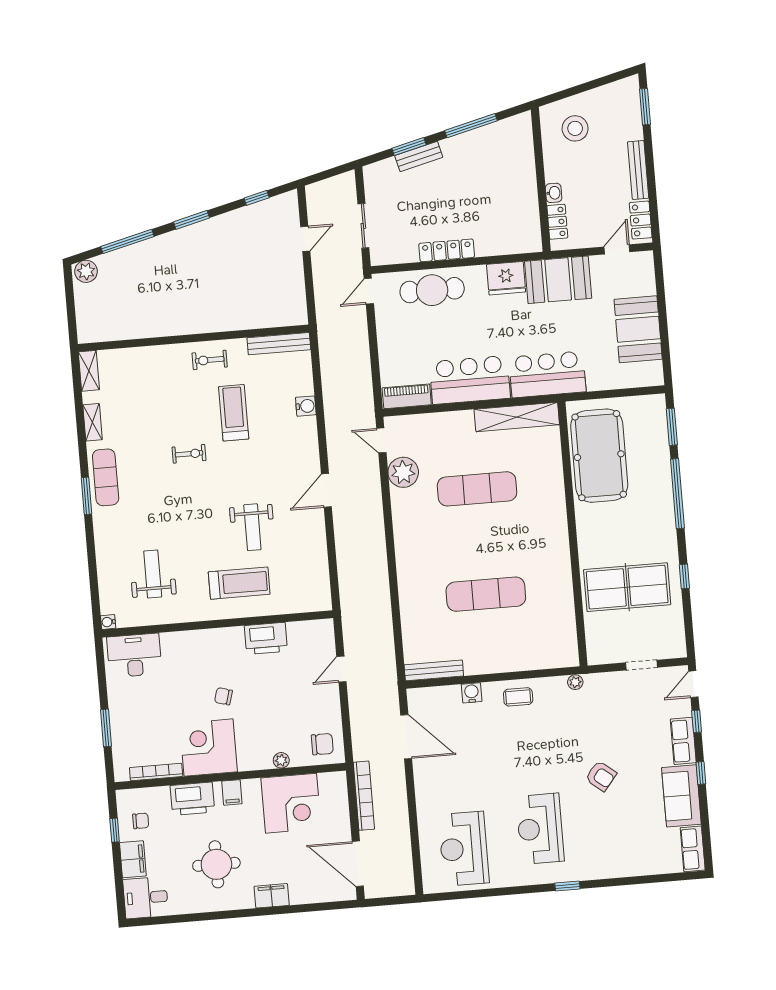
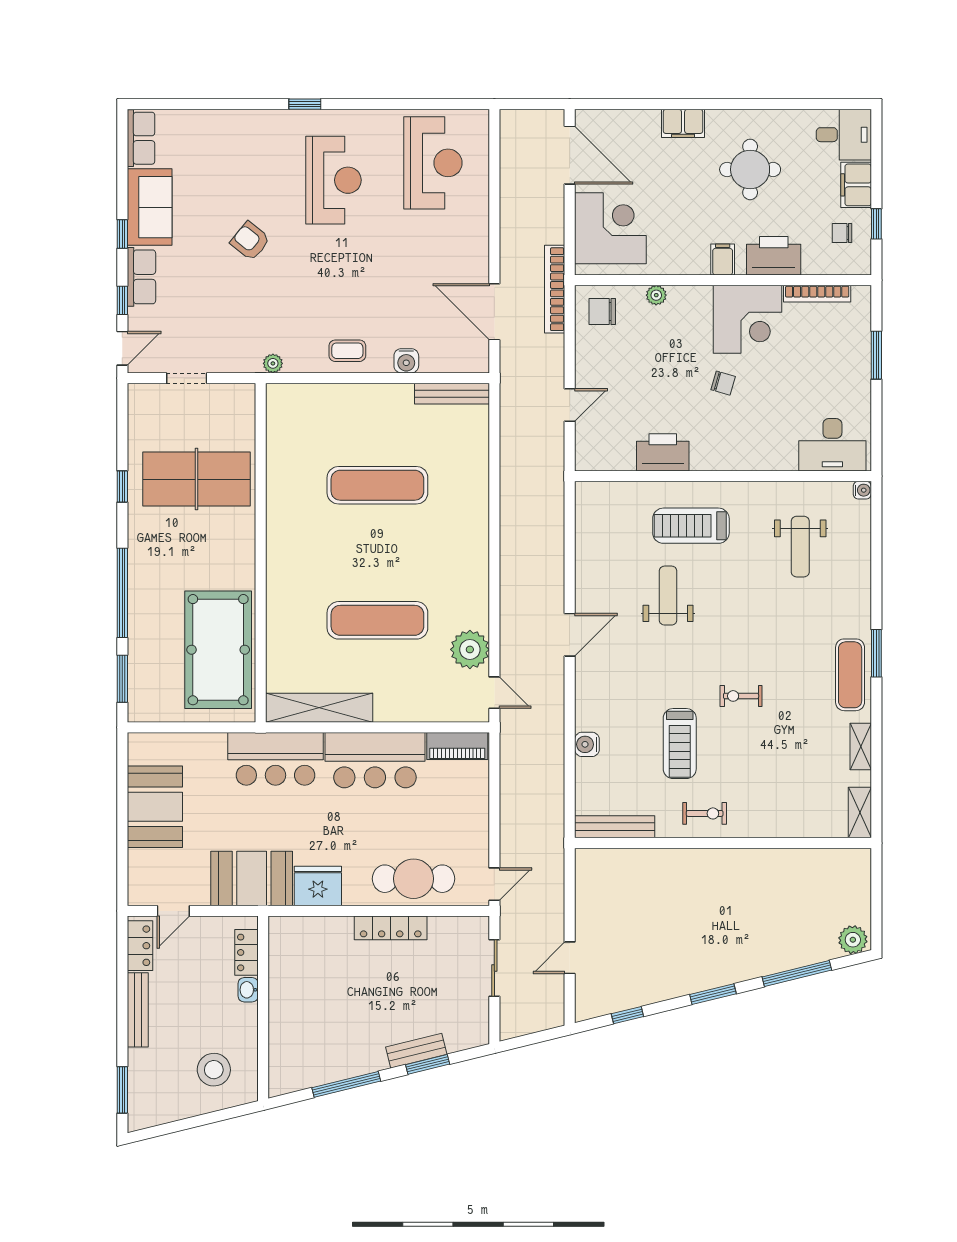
bookcase: (364, 796) -> (555, 289), moved
corner desk: (291, 803) -> (610, 228), moved, turned 90

